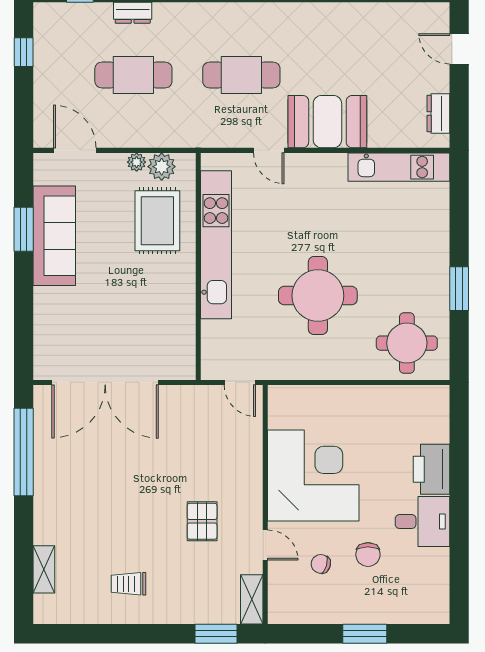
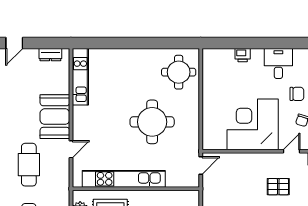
window: (459, 289) -> (148, 43), removed
printer: (431, 469) -> (243, 55), width x0.53, depth x0.68

